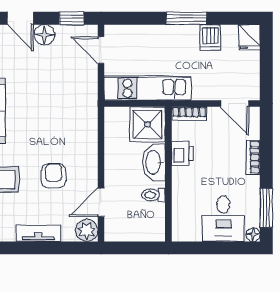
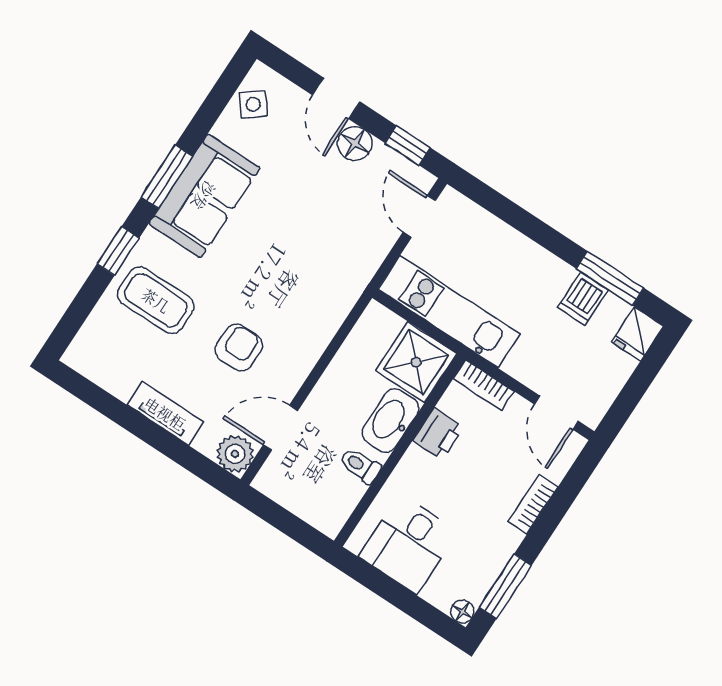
window: (186, 18) -> (610, 278), moved
desk: (223, 219) -> (408, 544), moved

